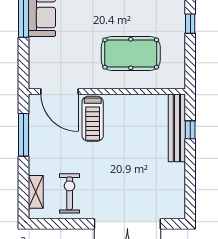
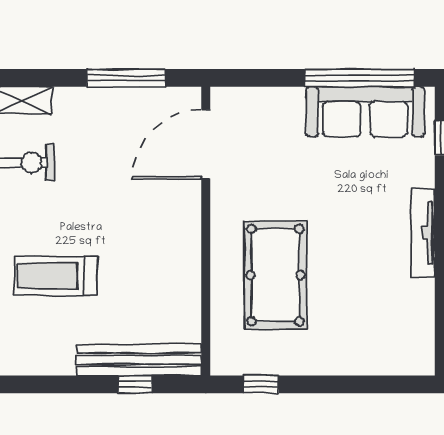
window: (190, 24) -> (261, 384), moved
treadmill: (93, 119) -> (56, 276), moved

